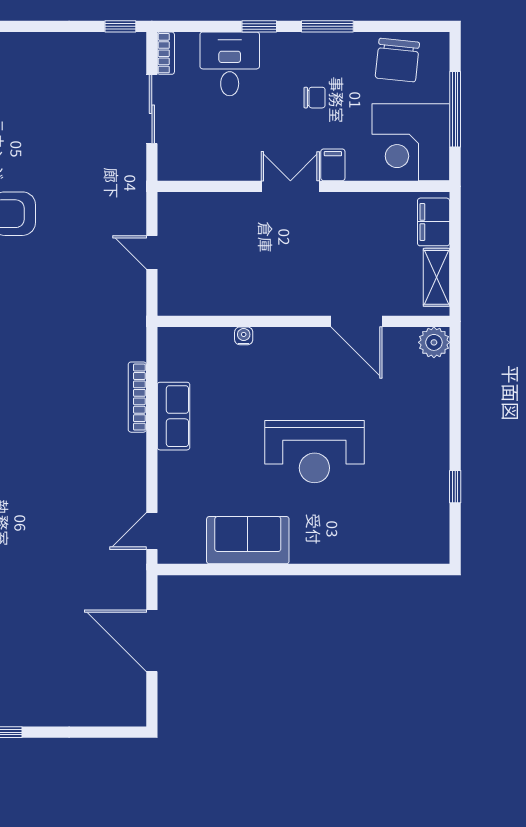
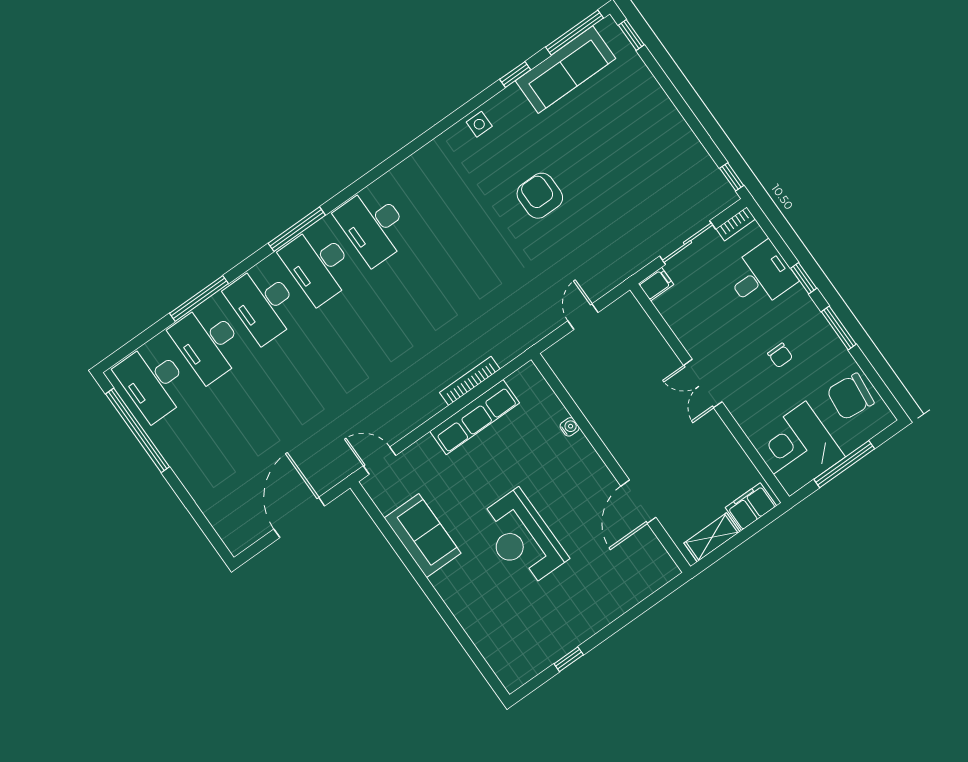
filing cabinet: (333, 165) -> (656, 284), moved
double door: (290, 186) -> (703, 384), swing flipped
plant: (434, 342) -> (663, 569), removed
row of seats: (174, 416) -> (475, 417), width x1.48

